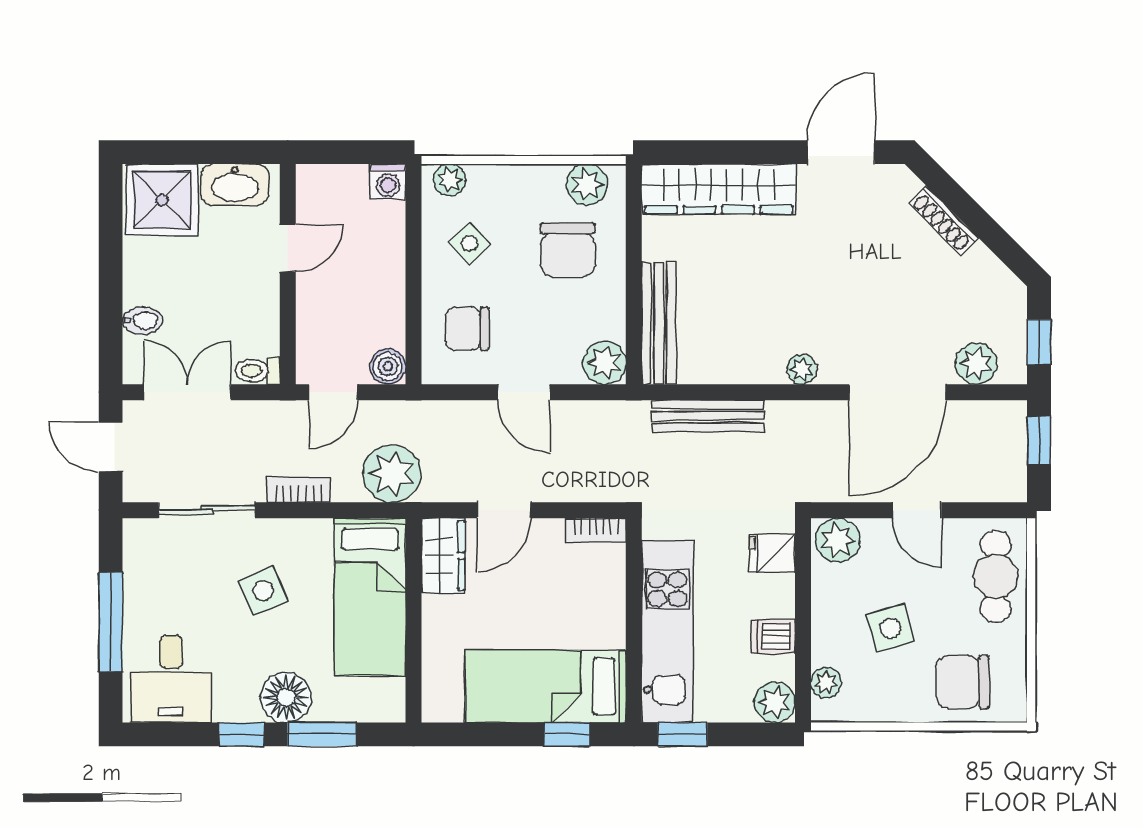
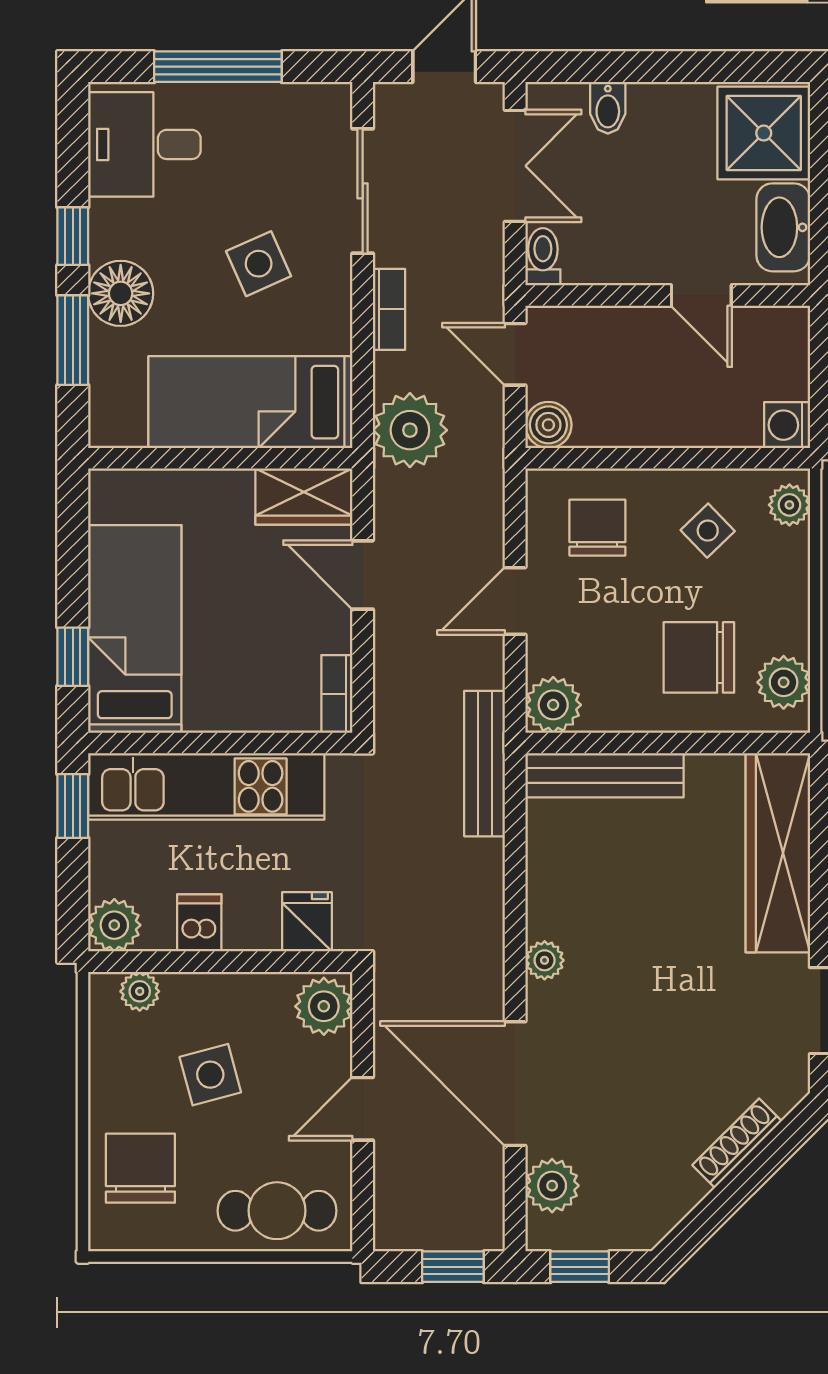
bench: (708, 416) -> (485, 764), moved

